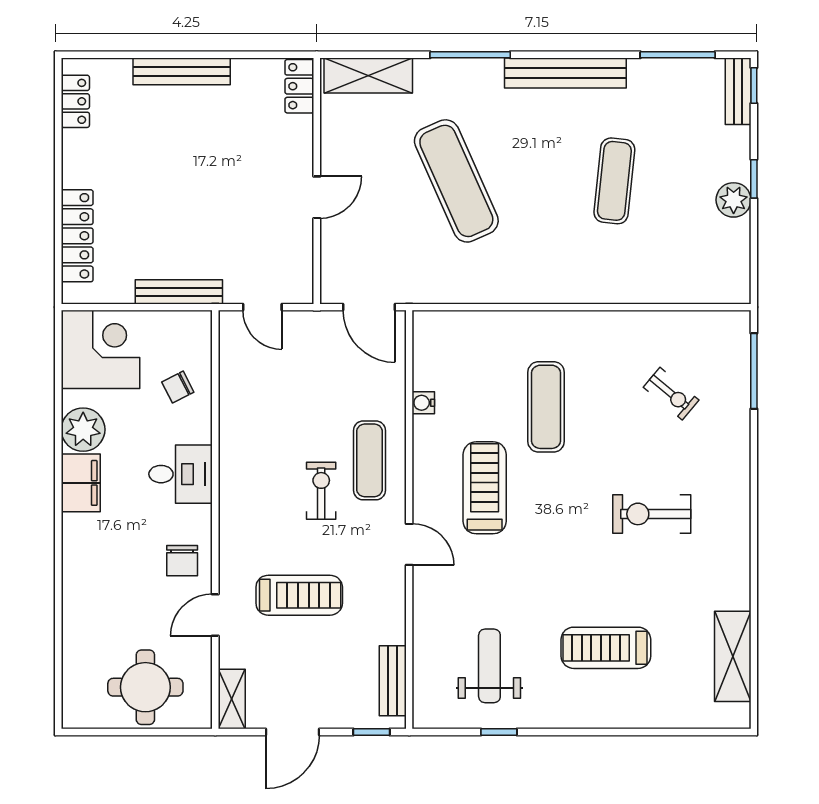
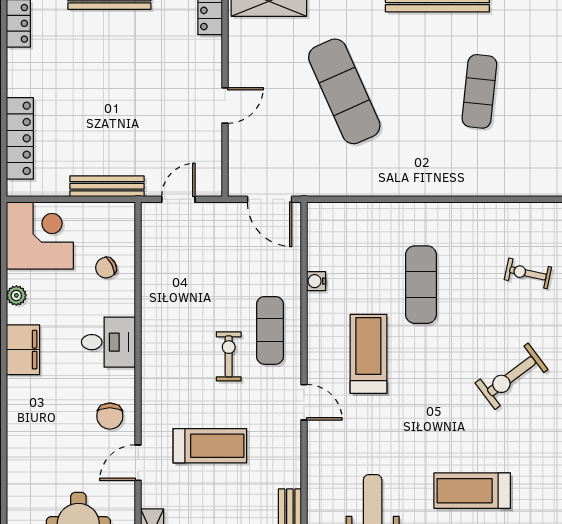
door: (262, 307) -> (178, 199), swing flipped
exercise bike: (671, 394) -> (528, 273), turned 152
plant: (83, 430) -> (16, 295), width x0.53, depth x0.53
exercise bike: (652, 514) -> (511, 376), turned -37

